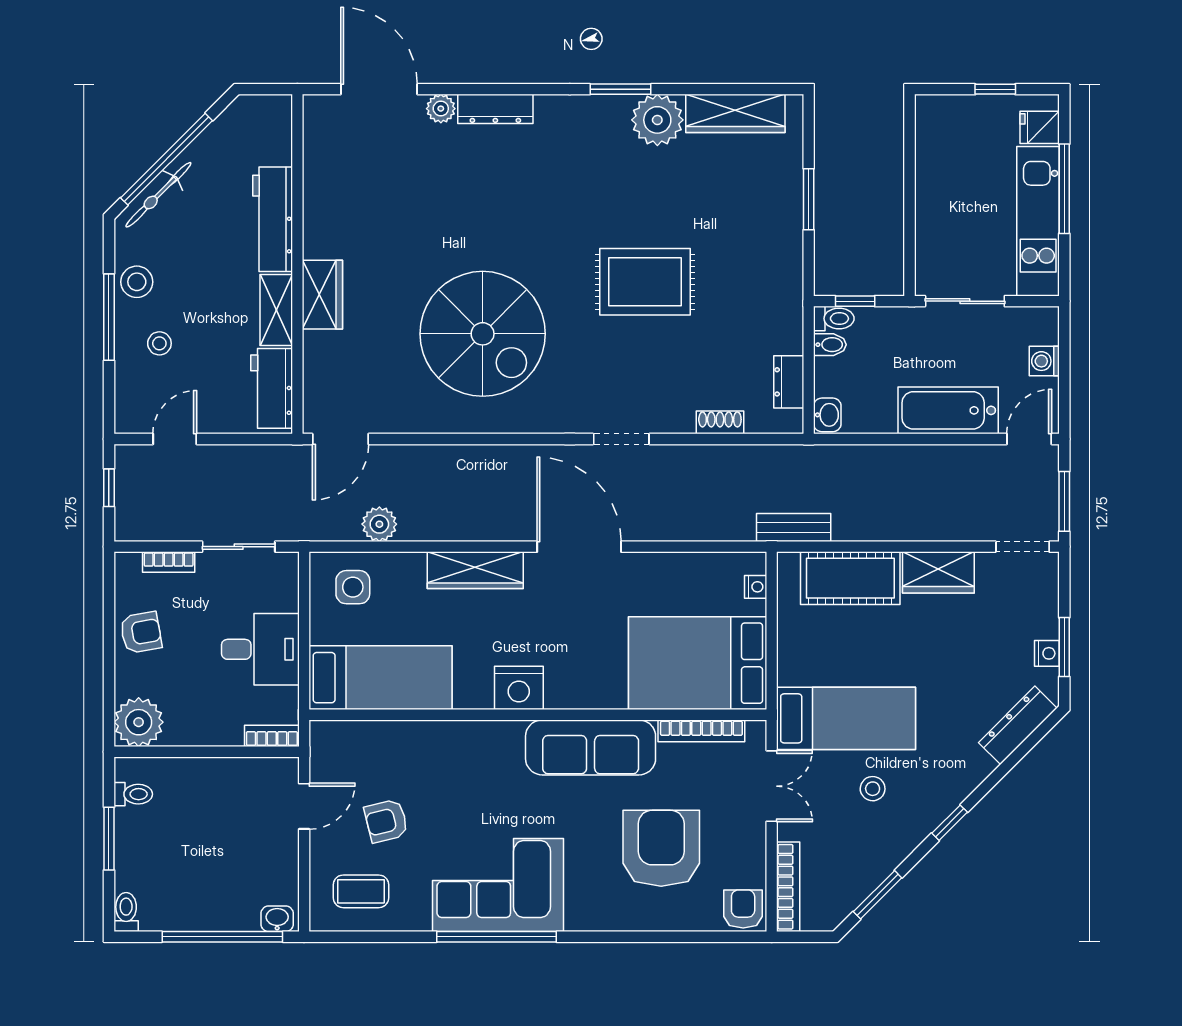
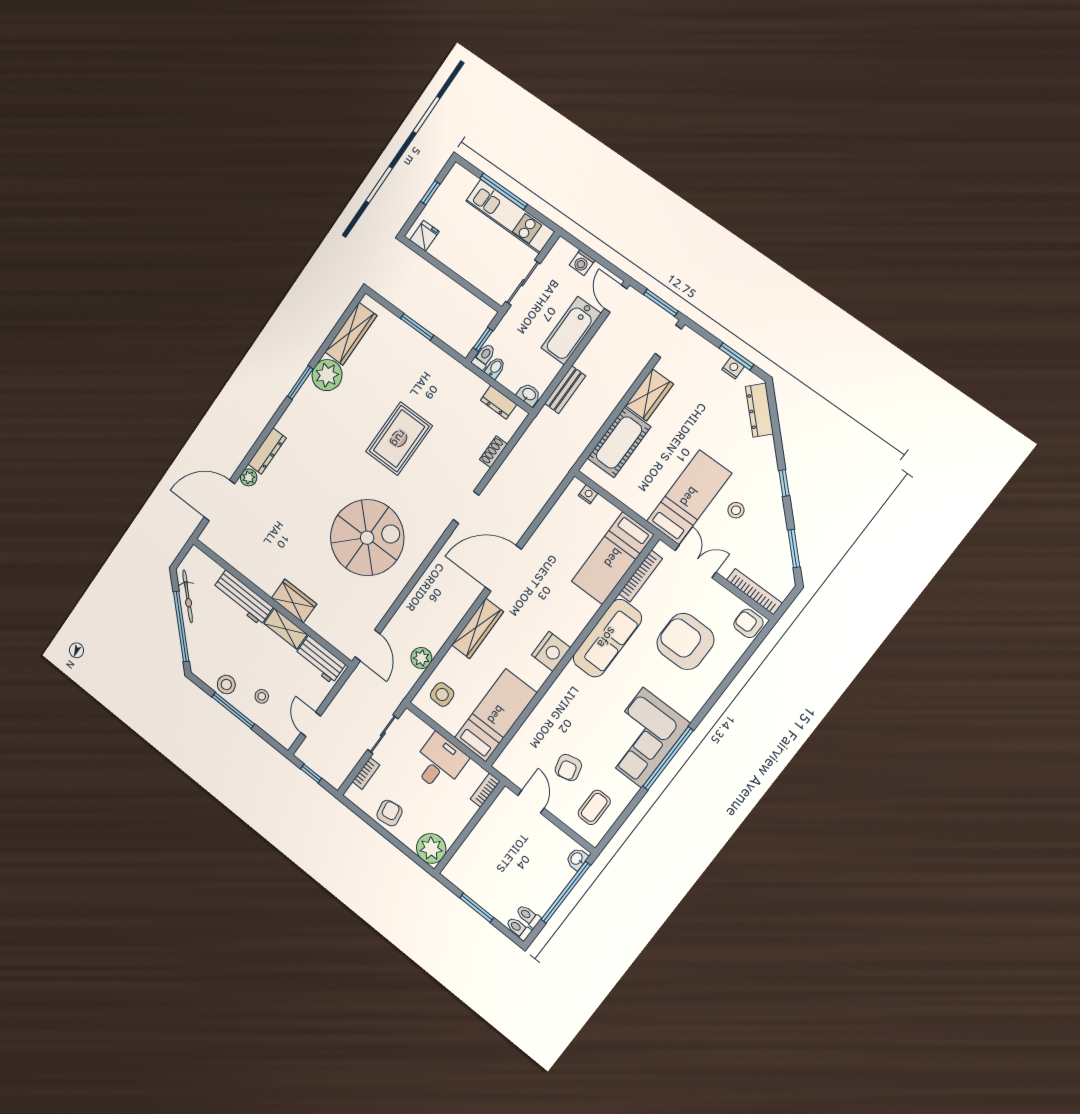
fridge: (1040, 127) -> (424, 236), moved, turned 180
bicycle: (158, 195) -> (188, 596), moved
bench: (794, 527) -> (565, 390), moved
bed: (698, 663) -> (613, 558), width x0.67
toilet: (133, 794) -> (528, 916), moved, turned -90

